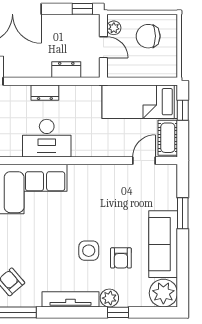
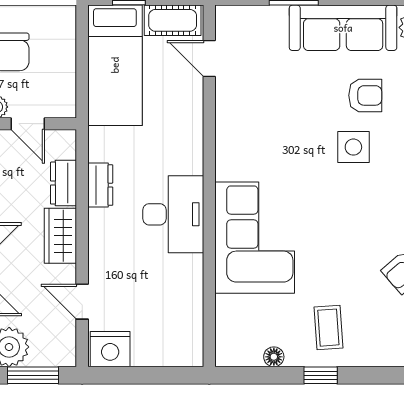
door: (103, 47) -> (28, 124), swing flipped
wardrobe: (33, 68) -> (60, 236), added
dresser: (45, 93) -> (100, 185), moved

